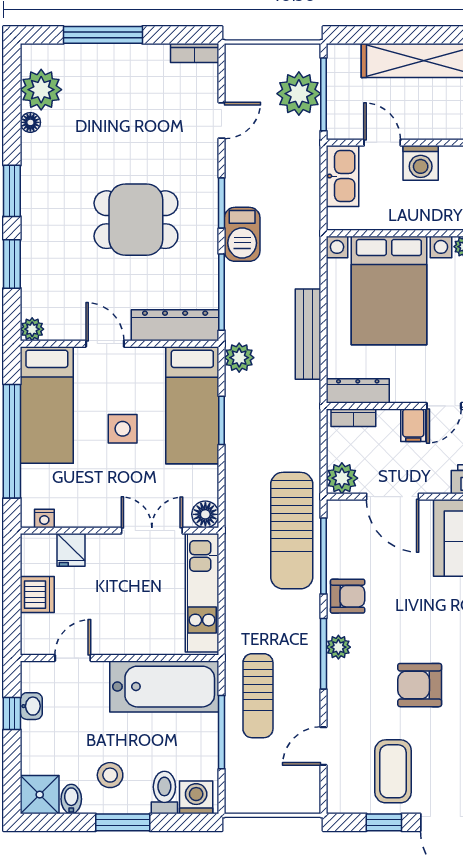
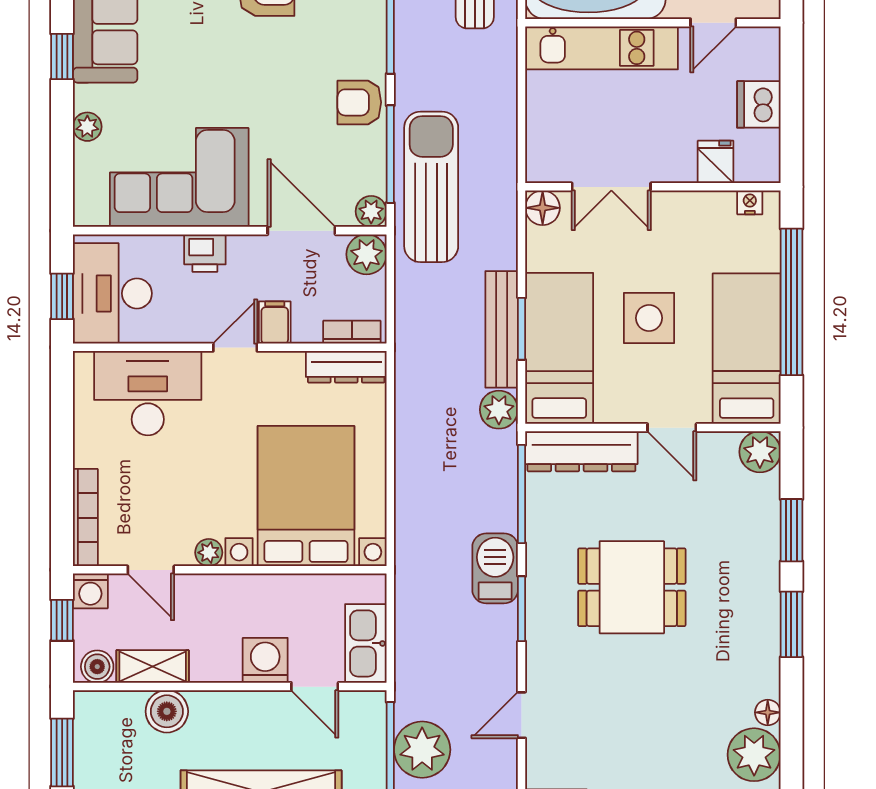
plant: (32, 329) -> (760, 452), width x1.38, depth x1.38
bench: (308, 334) -> (502, 329), moved
side table: (123, 429) -> (649, 318), width x1.37, depth x1.37
kitchen unit: (202, 593) -> (602, 48), moved, turned 90
plant: (338, 647) -> (371, 211), moved

